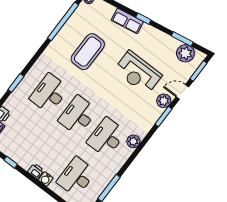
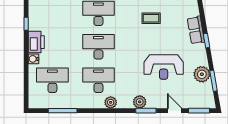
coffee table: (88, 52) -> (151, 18), width x0.54, depth x0.58
plant: (185, 53) -> (202, 74), moved
reception desk: (138, 73) -> (164, 67), turned -90
plant: (164, 101) -> (140, 102), moved
printer: (36, 171) -> (36, 42), width x1.87, depth x1.48

